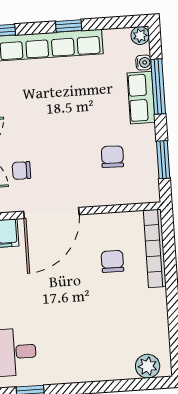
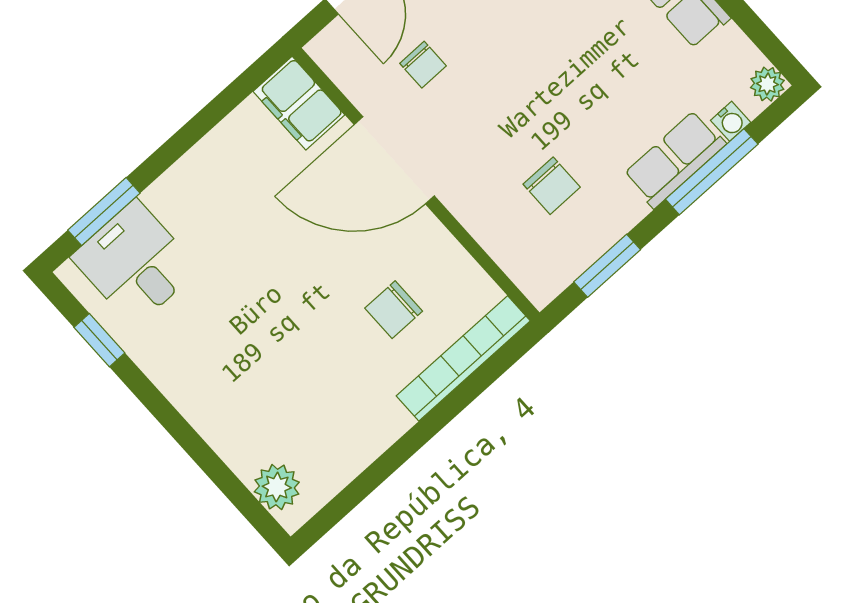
chair: (112, 157) -> (552, 186), turned 88
chair: (21, 170) -> (423, 65), turned 180
chair: (112, 261) -> (394, 310), turned 180

